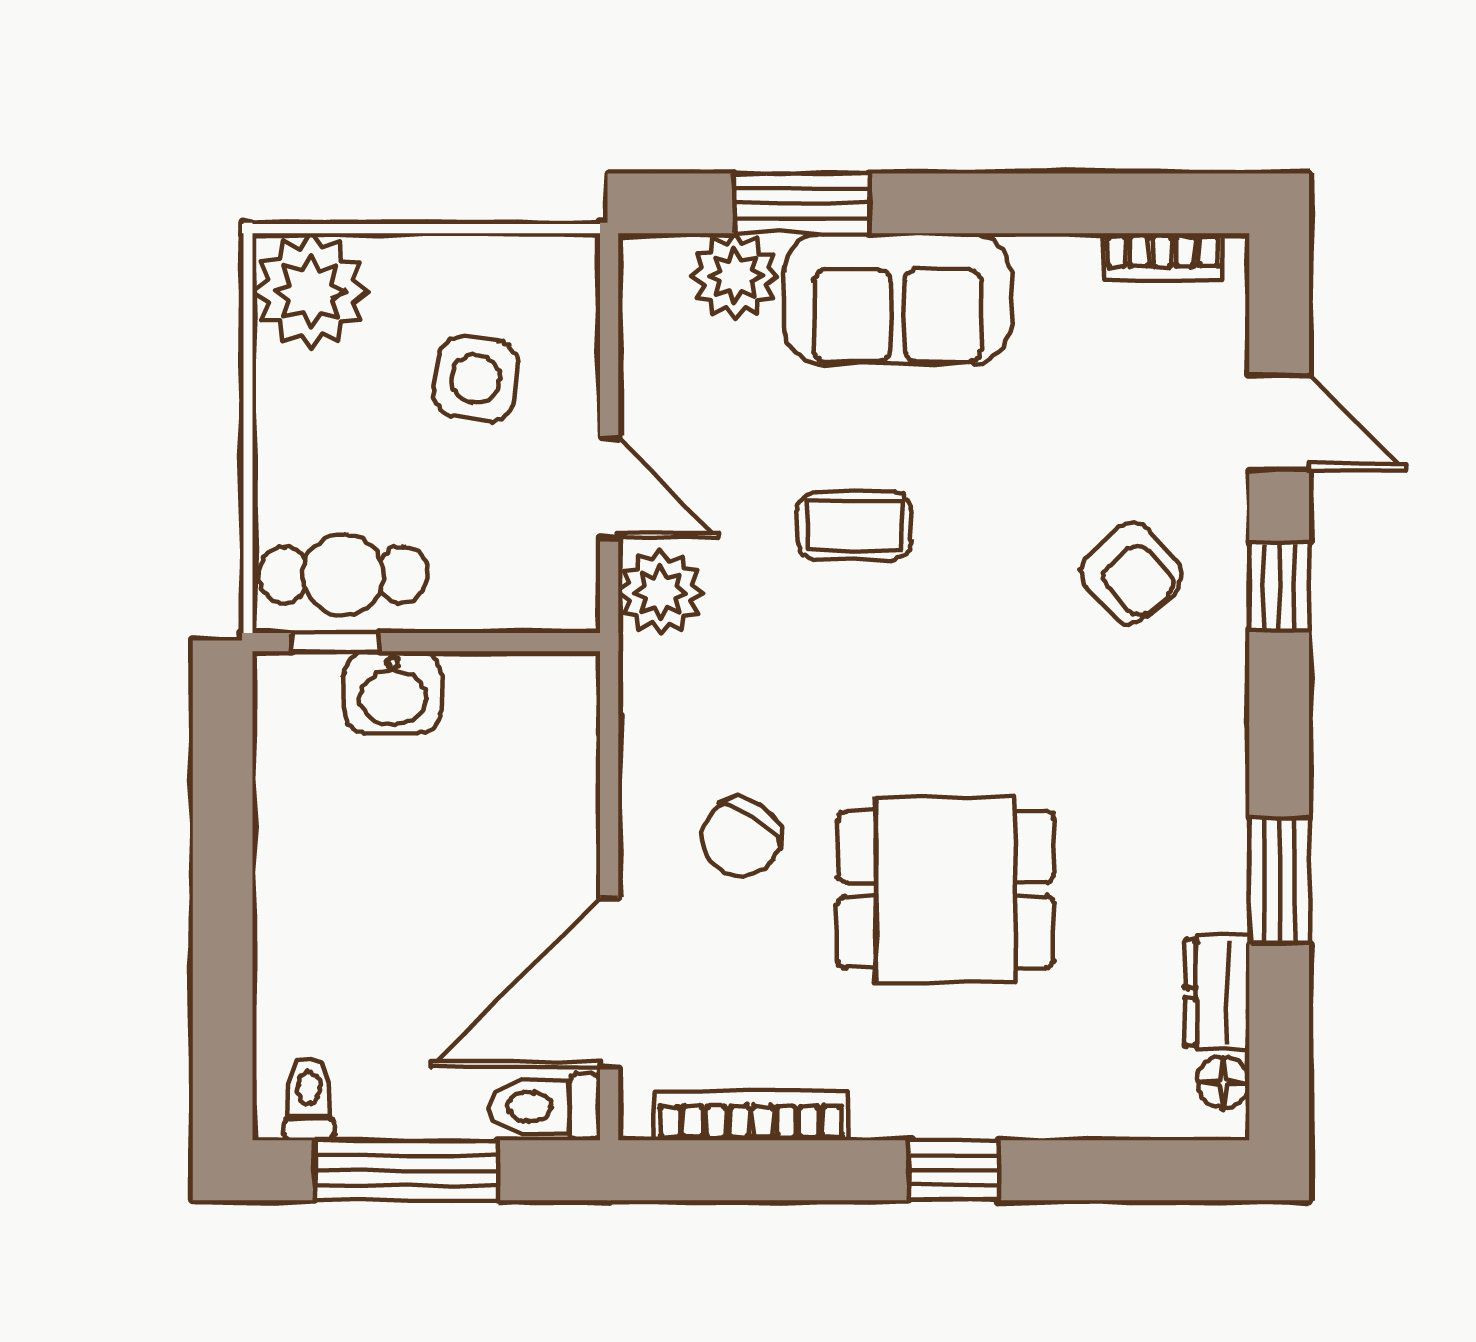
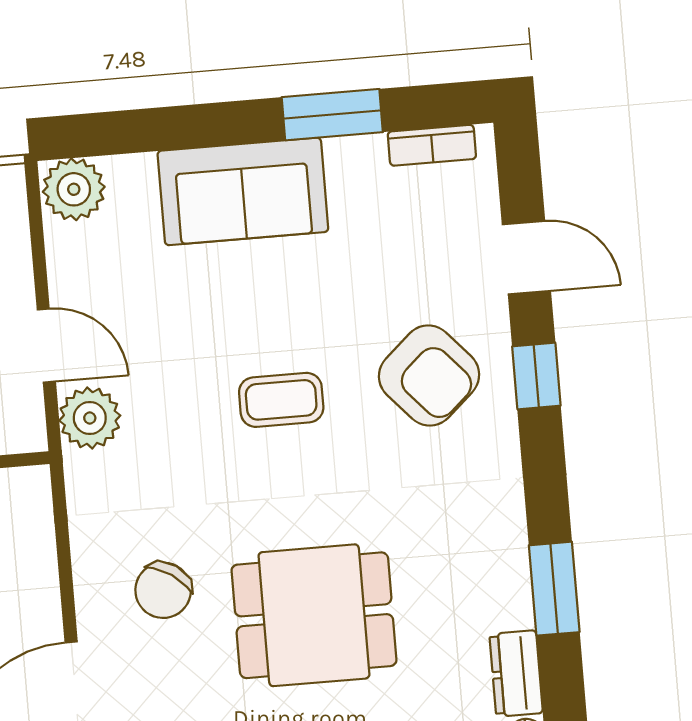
window: (802, 203) -> (332, 115), moved
plant: (735, 276) -> (74, 189), moved
coffee table: (854, 526) -> (281, 400), moved
armchair: (1132, 573) -> (429, 375), width x1.38, depth x1.38

